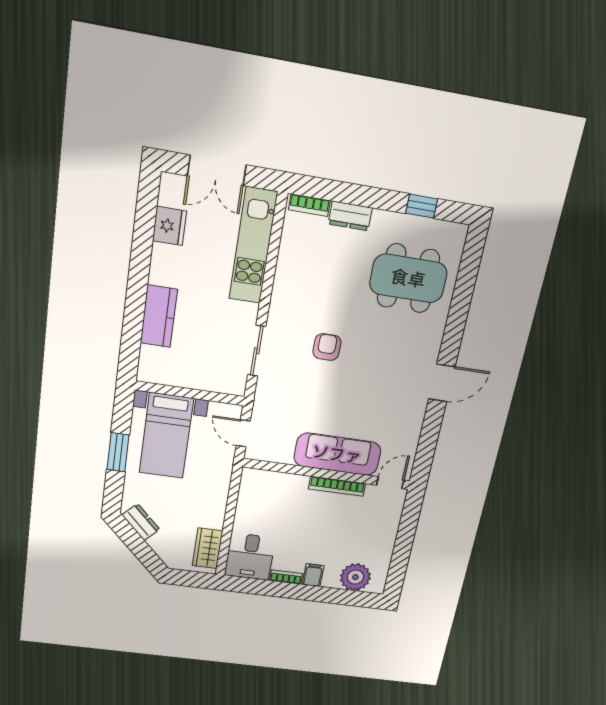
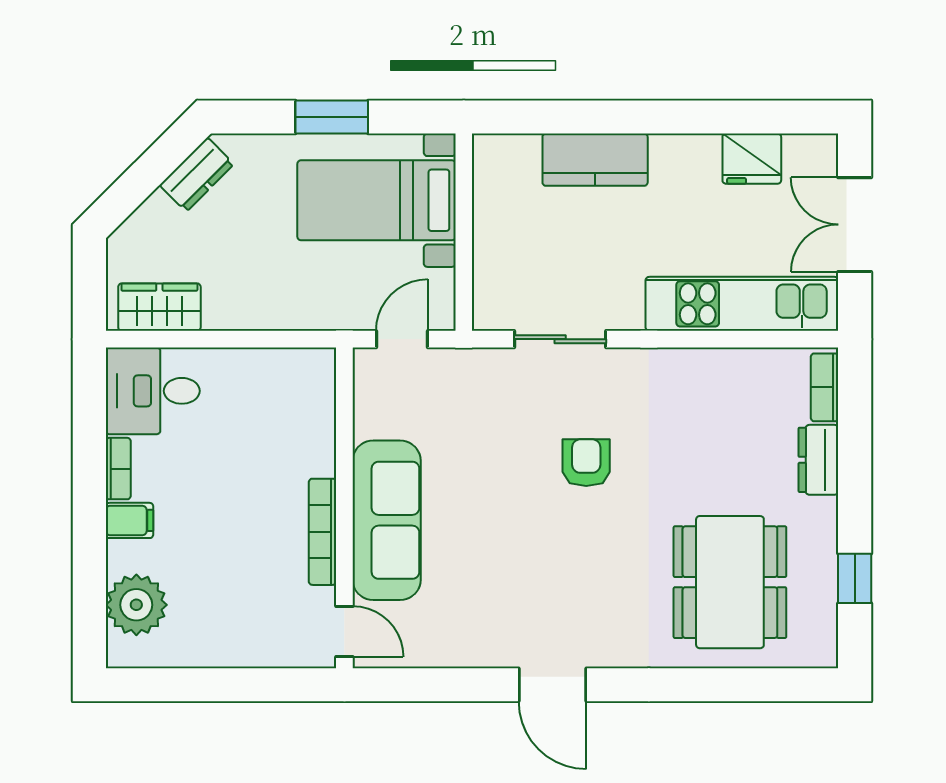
armchair: (327, 347) -> (586, 463), turned -90

